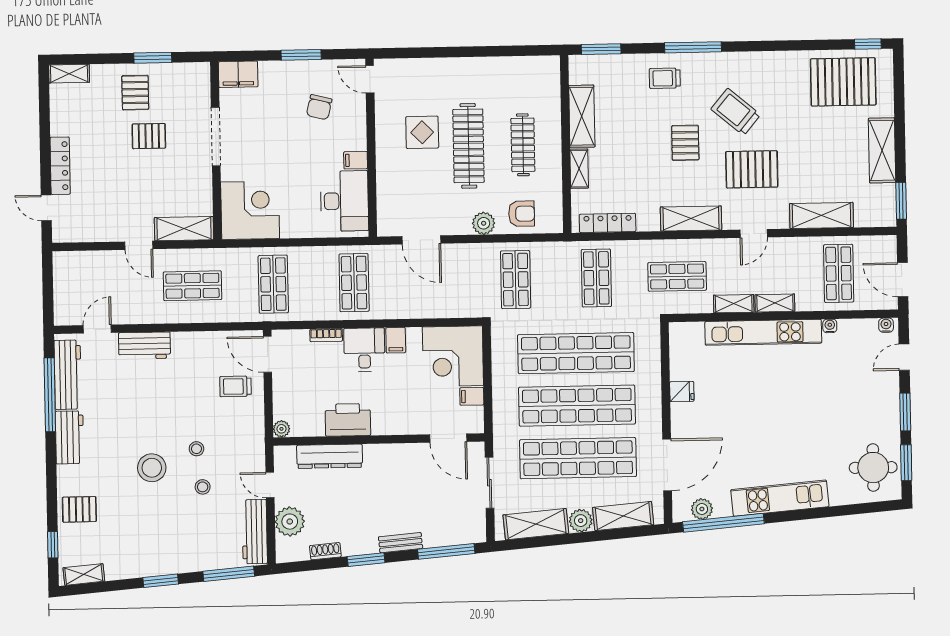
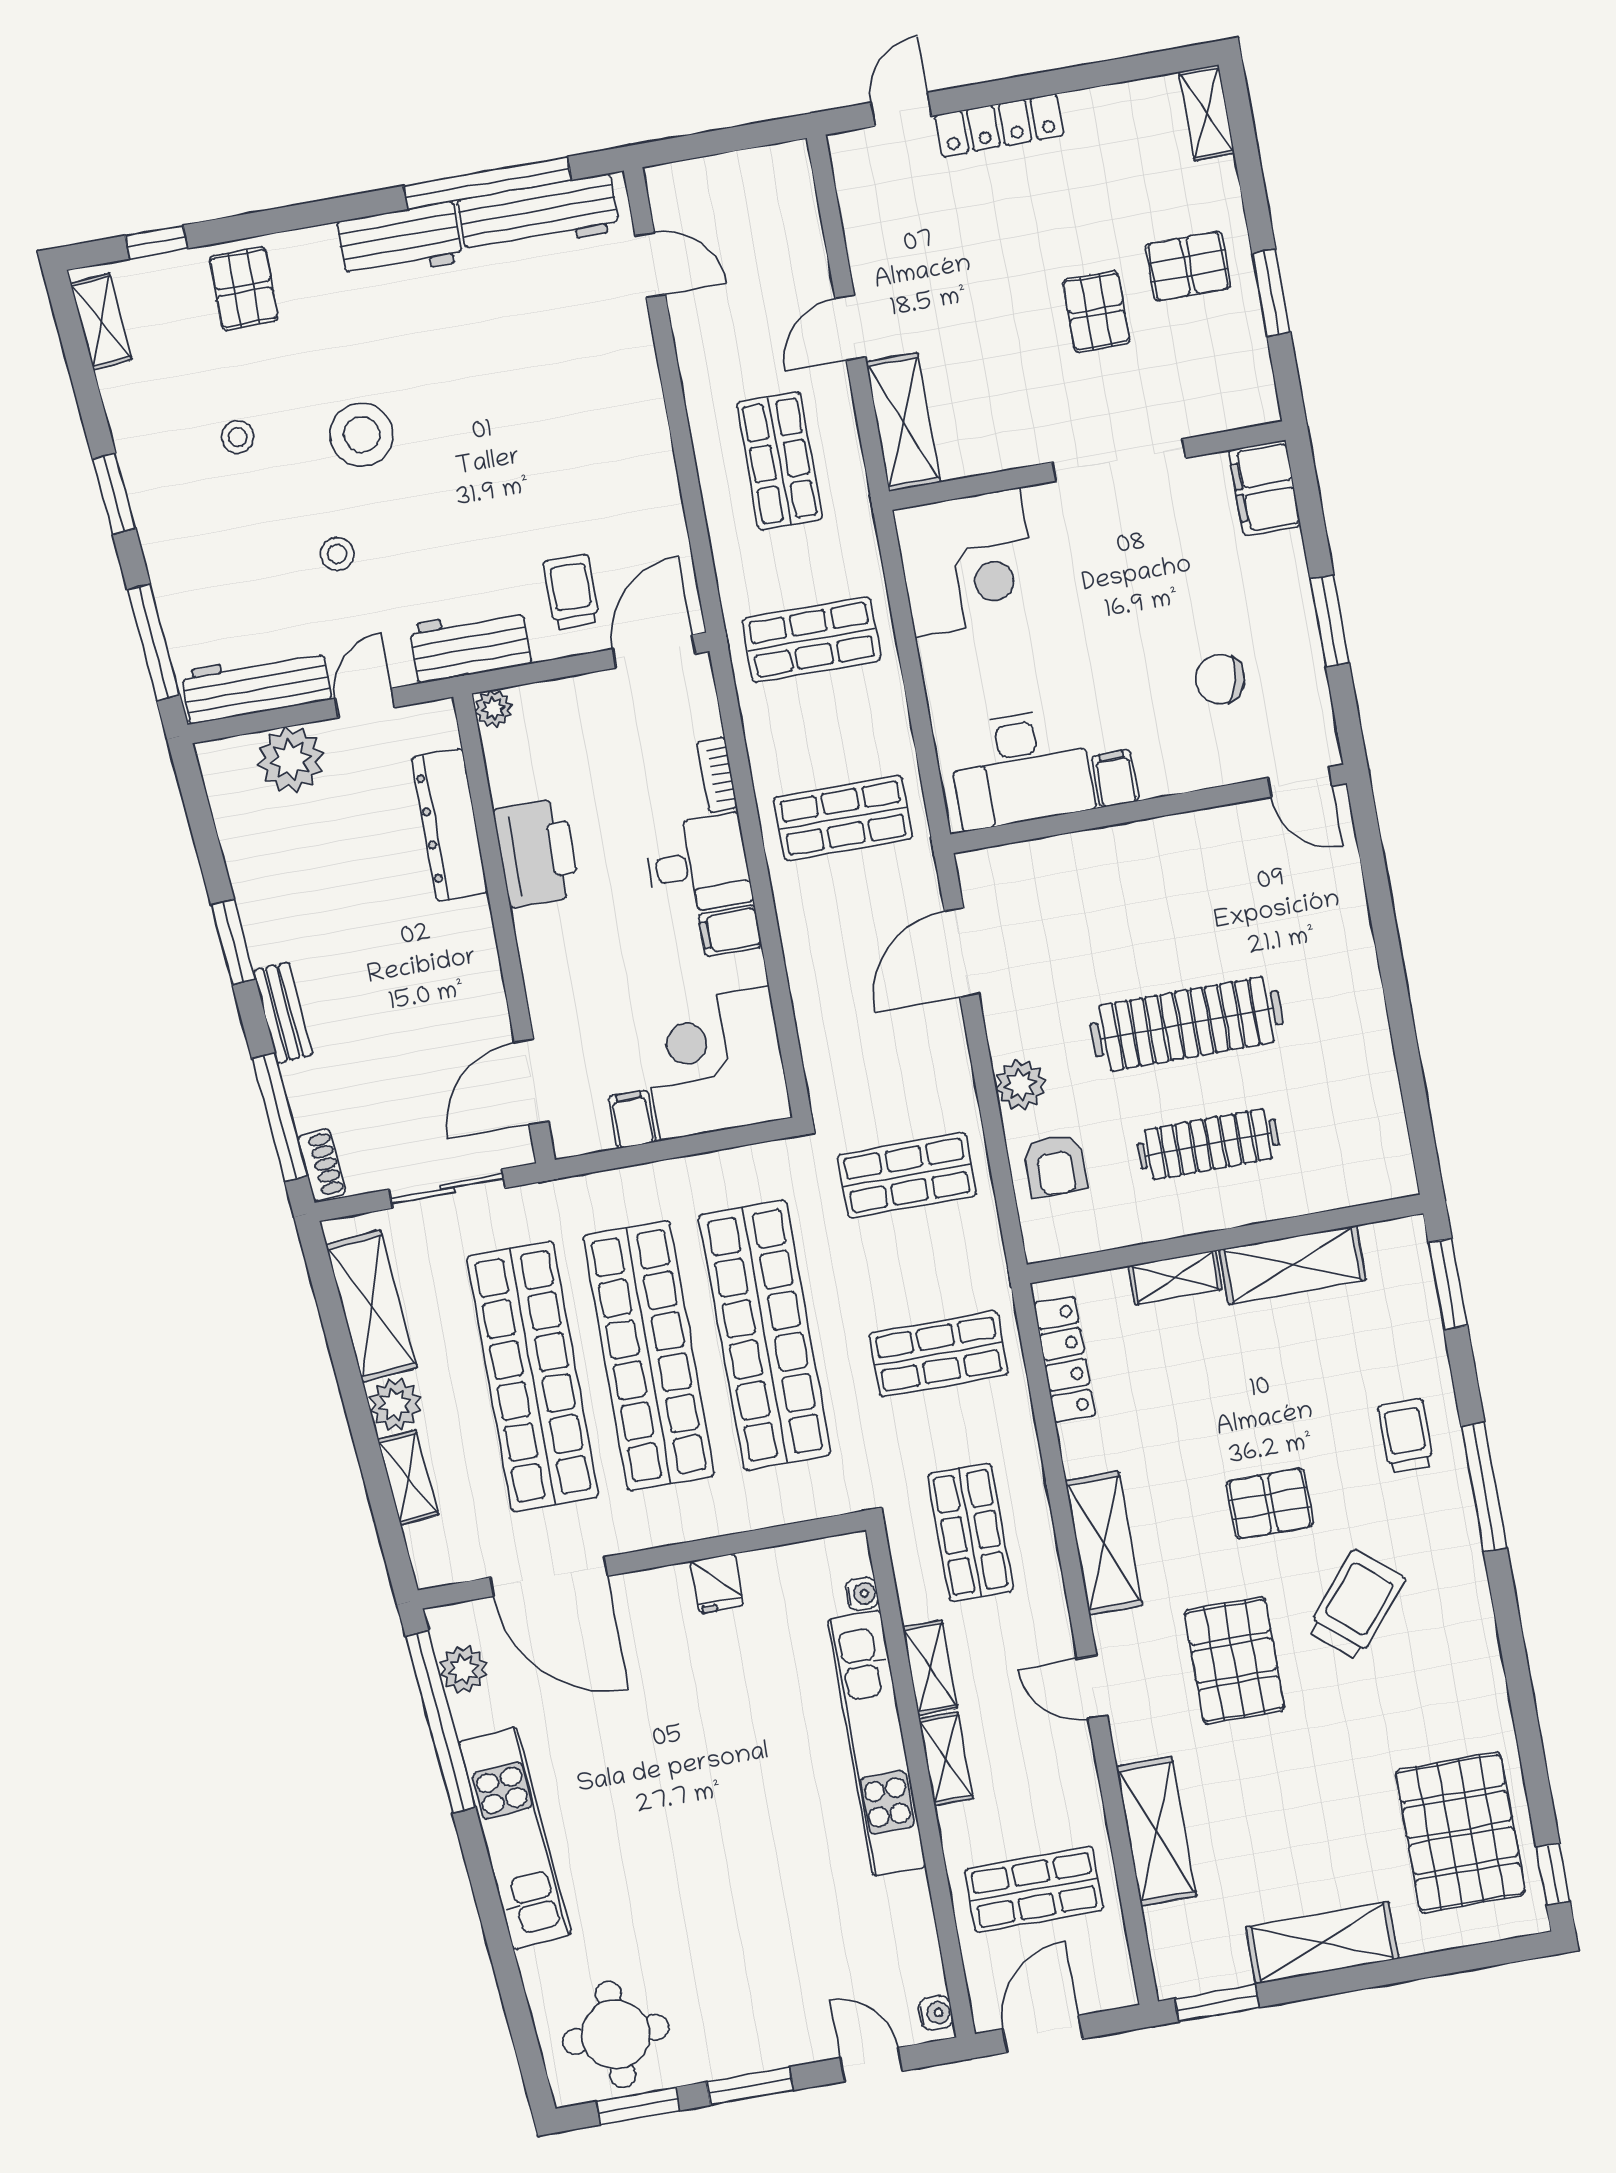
door: (370, 79) -> (1300, 782), swing flipped
display table: (422, 132) -> (1201, 917), removed
water cooler: (830, 326) -> (862, 1594), moved
workbench: (144, 345) -> (470, 644), moved, turned 90
stool: (196, 449) -> (238, 437), moved
shelving: (623, 516) -> (408, 1477), width x0.67, depth x0.75
shoe rack: (325, 551) -> (322, 1165), moved

